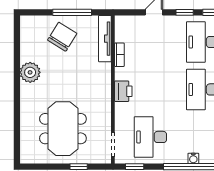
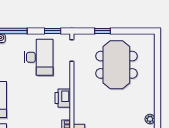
plant: (30, 72) -> (150, 119), width x0.53, depth x0.53

